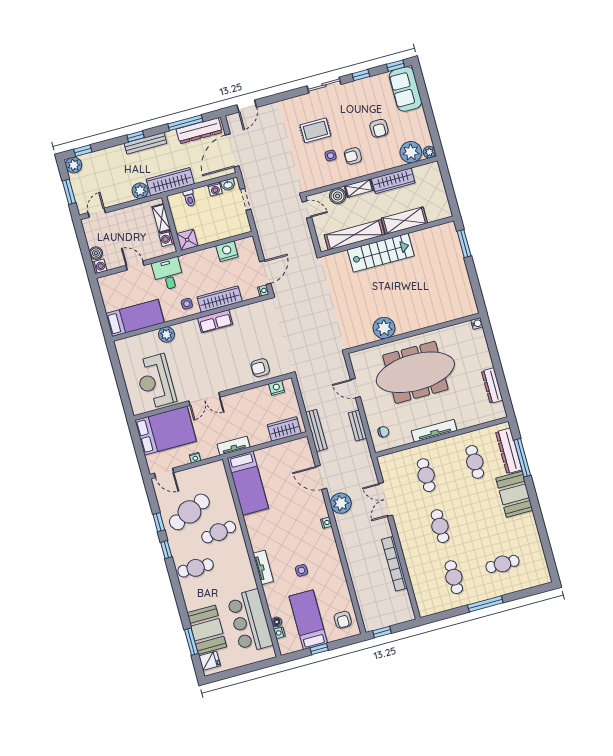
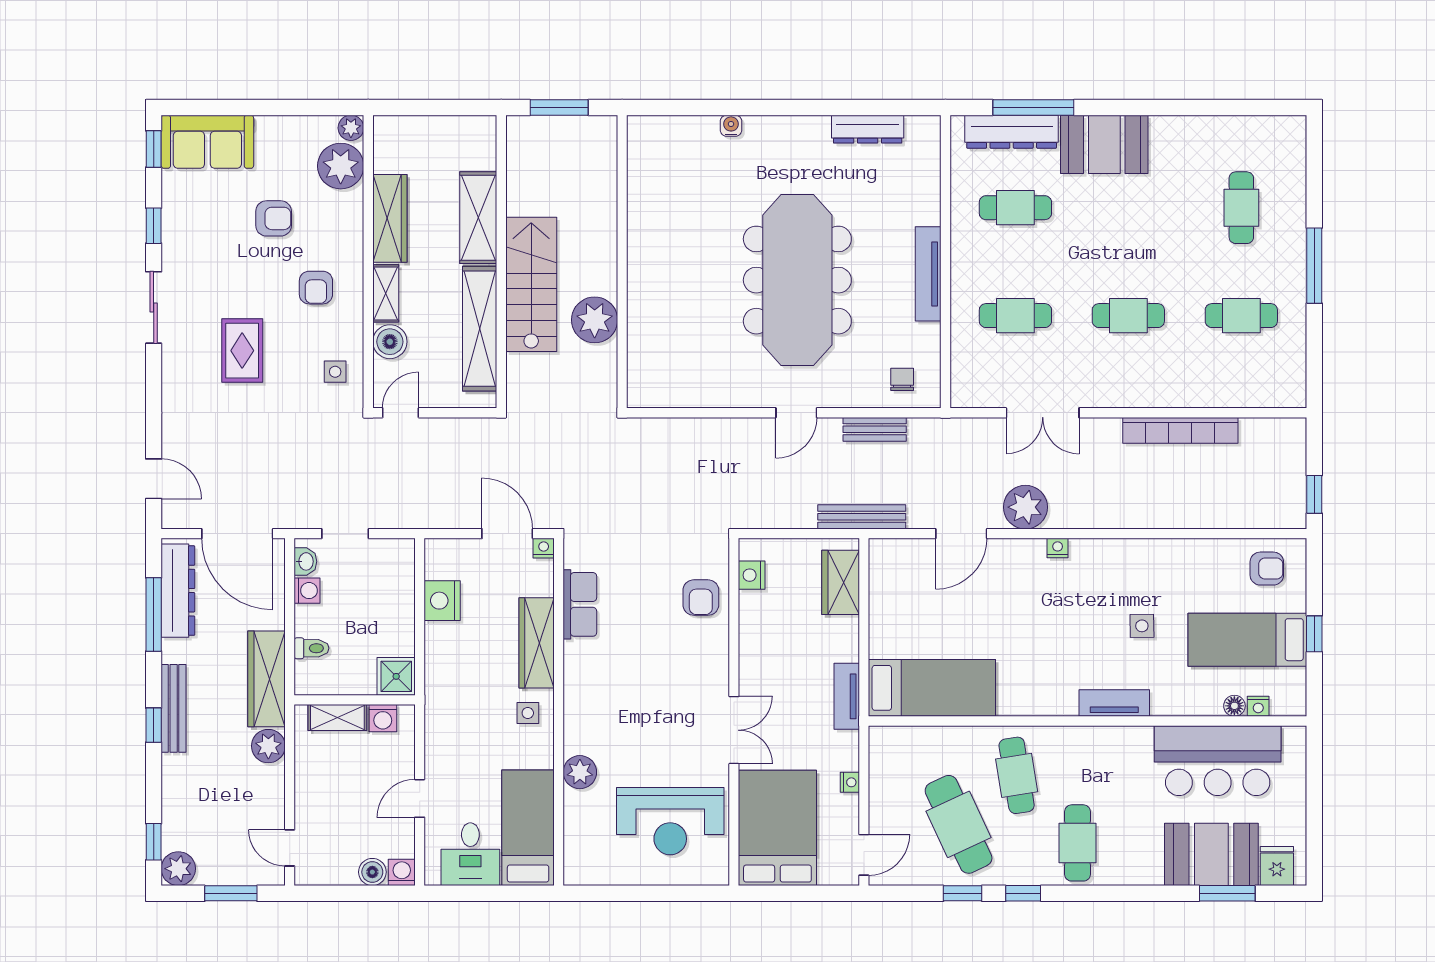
side table: (331, 156) -> (335, 372), moved
desk: (168, 274) -> (470, 854), moved, turned -90
row of seats: (215, 321) -> (580, 604), moved
plant: (384, 328) -> (595, 320), moved
wall: (414, 333) -> (622, 262), moved

